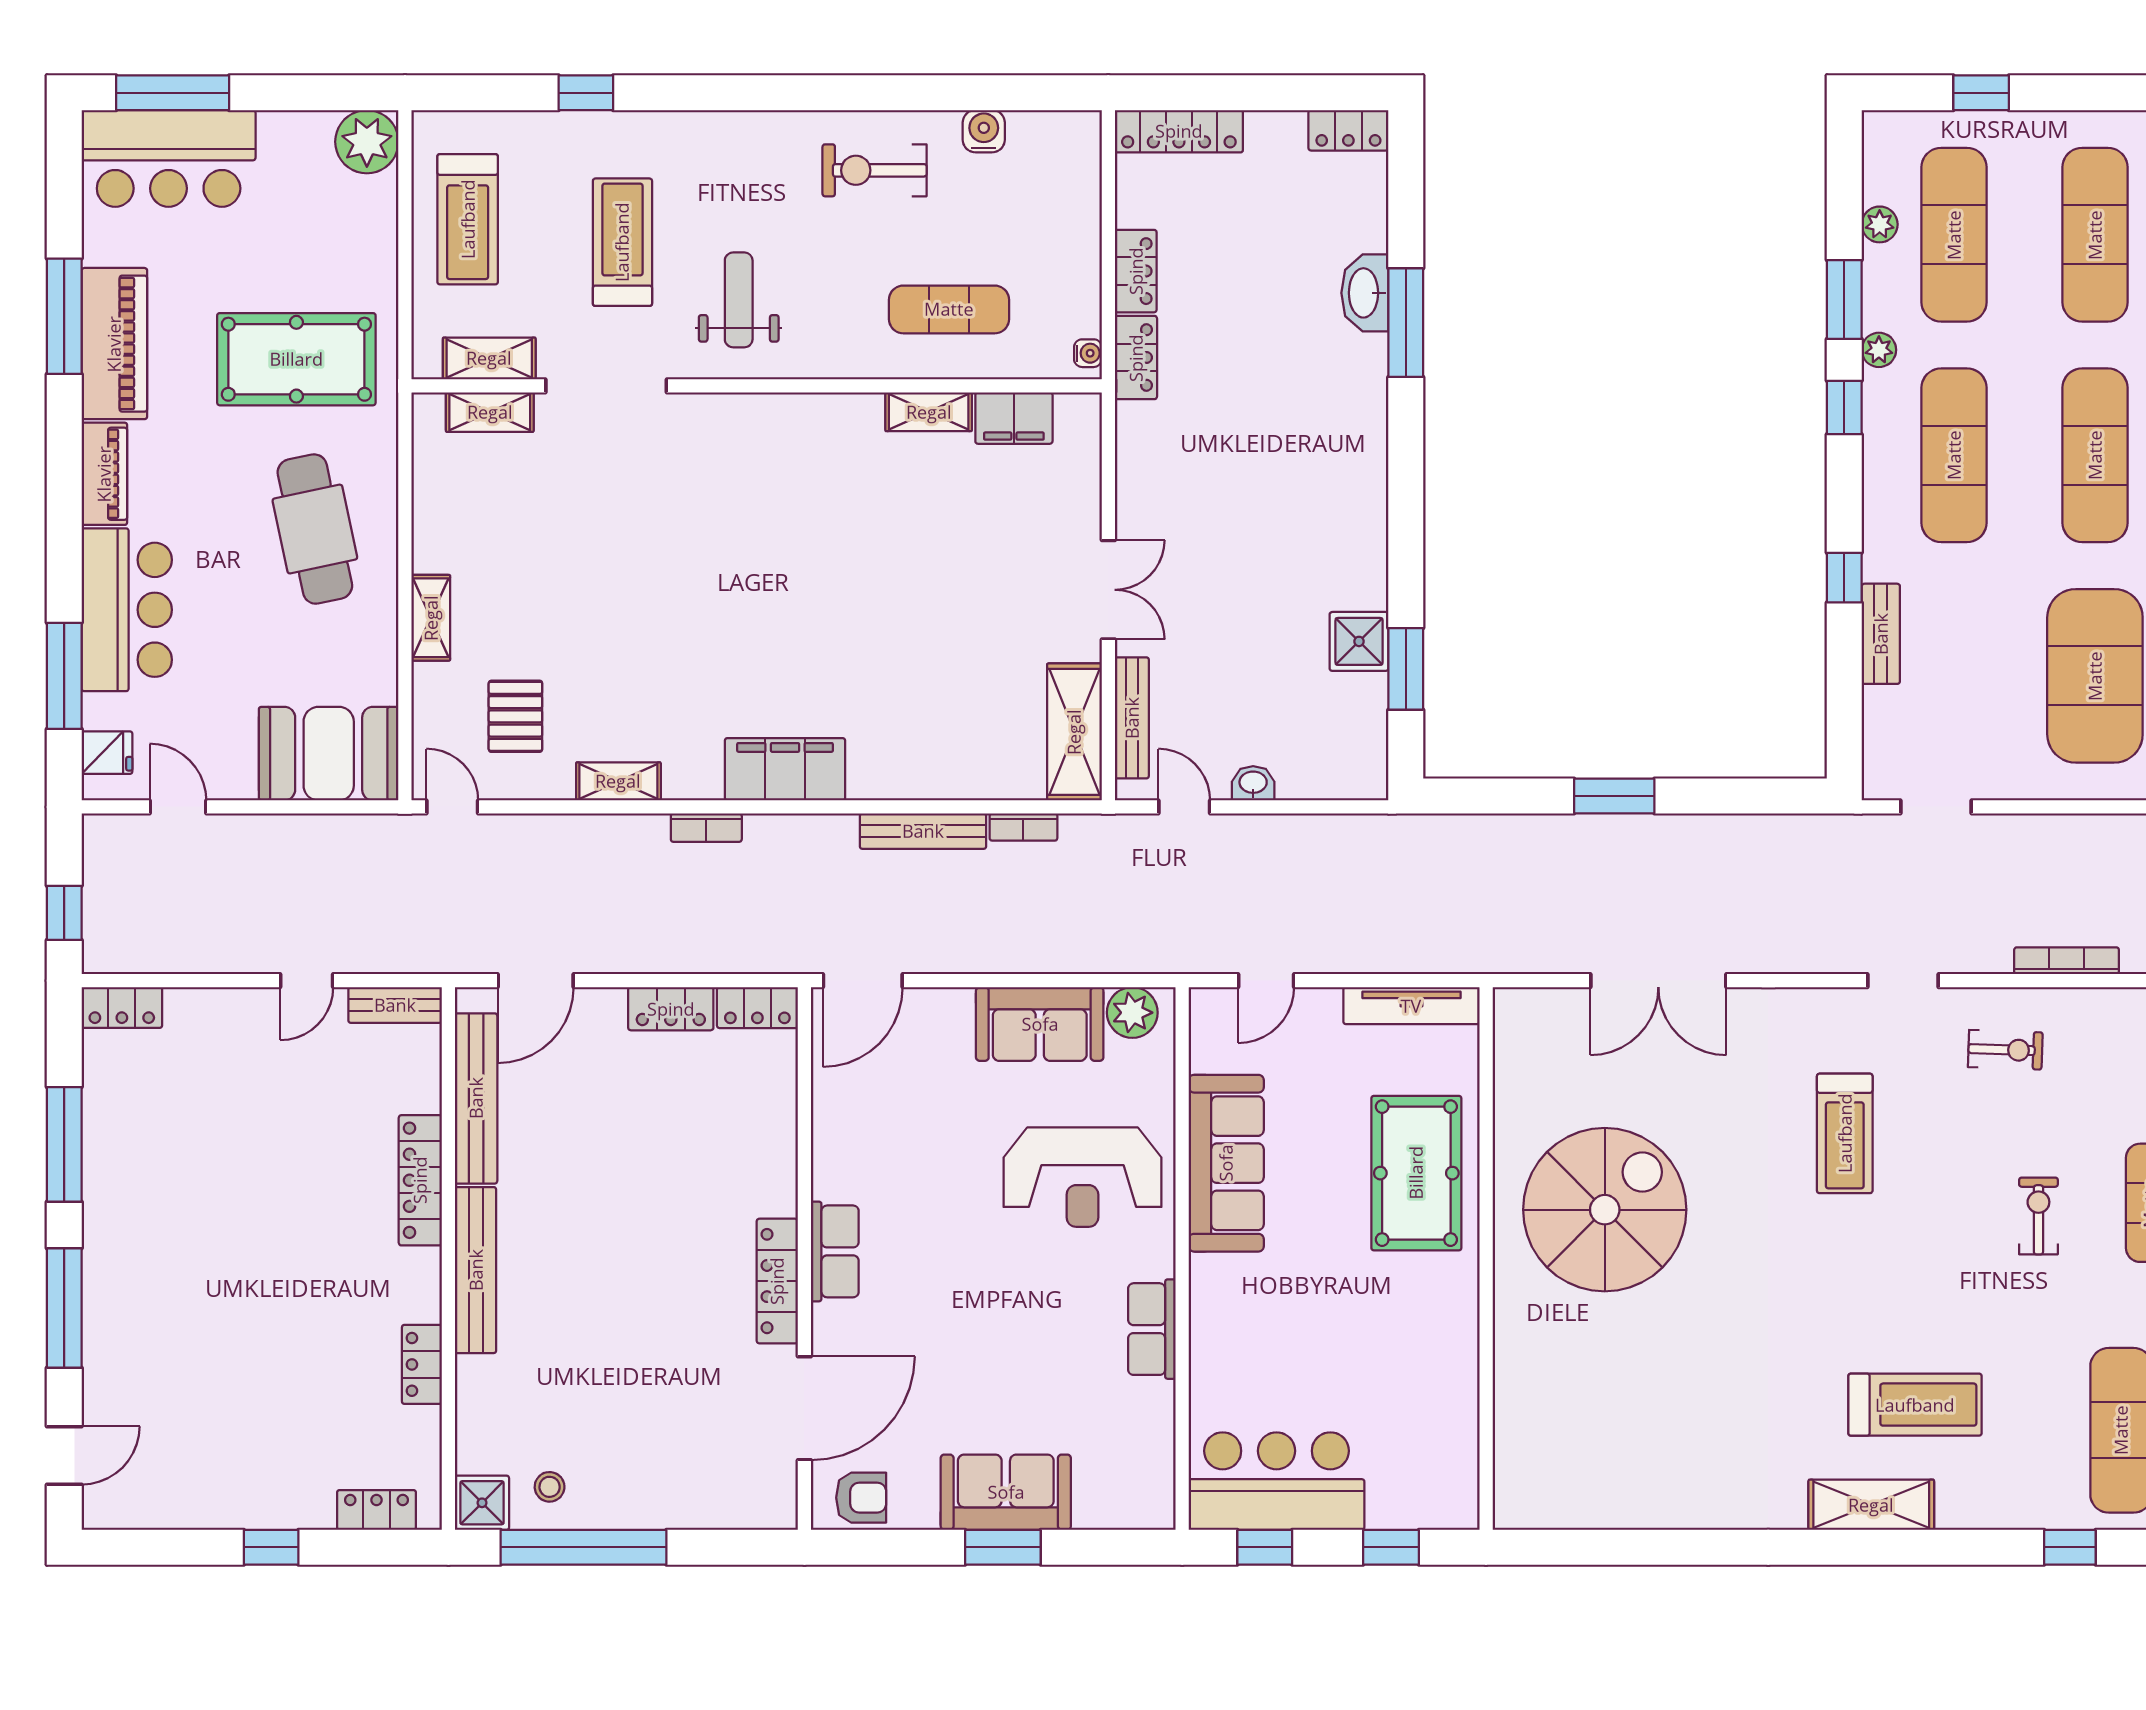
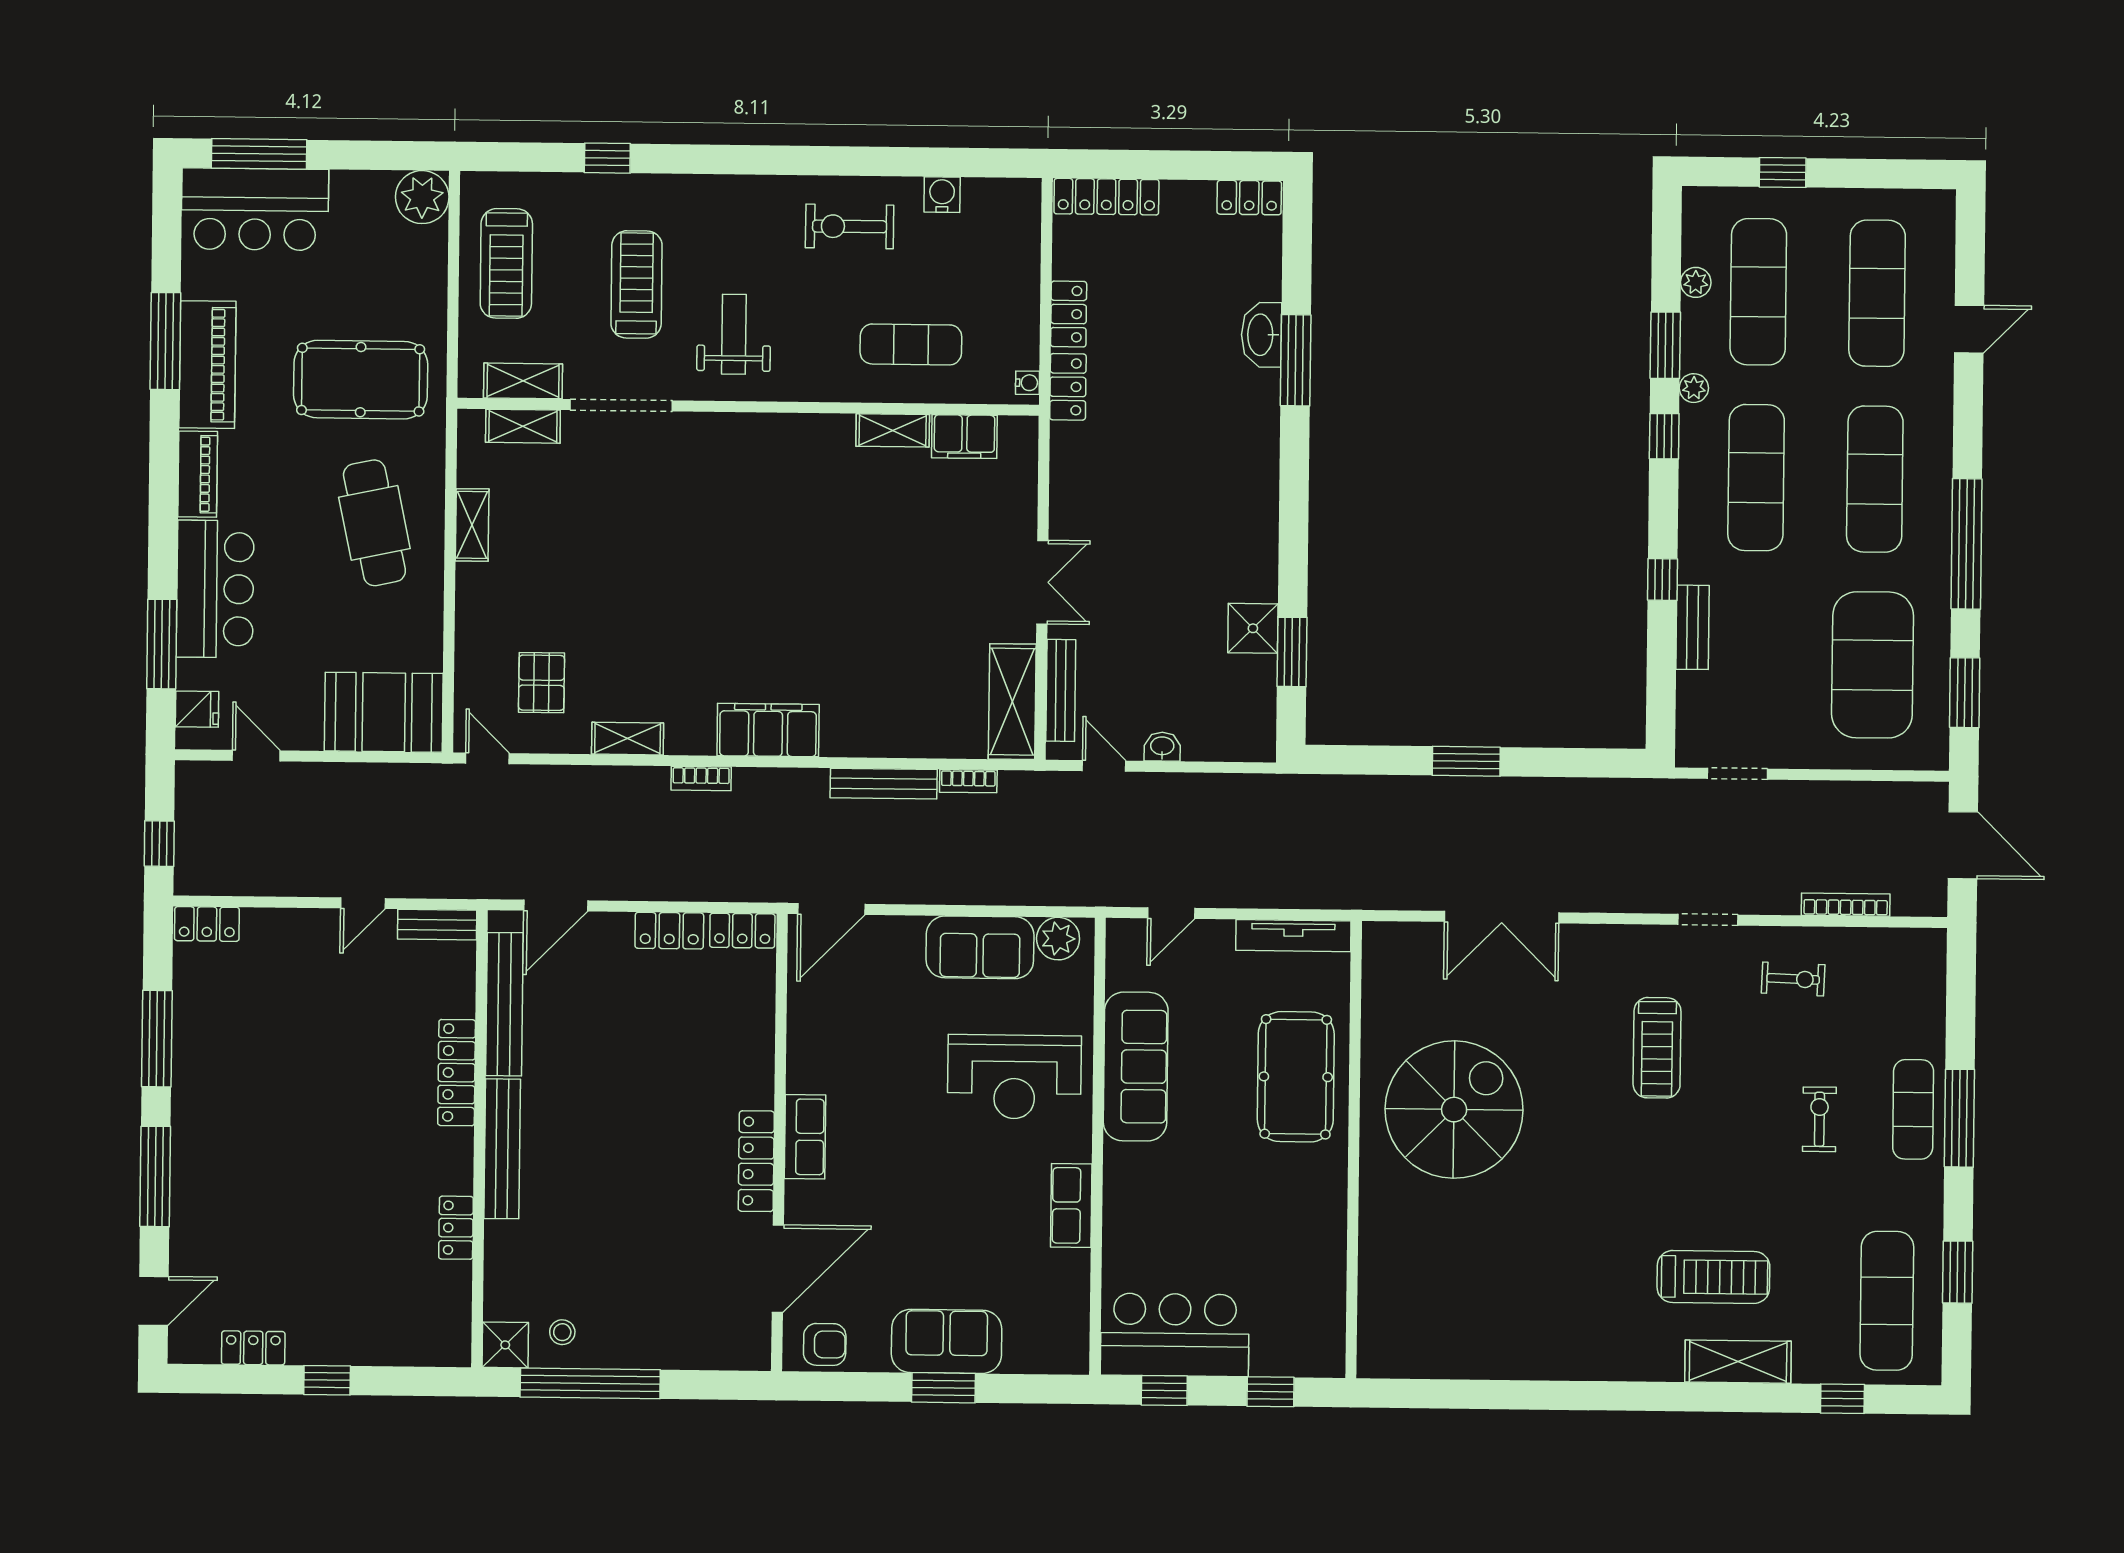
shelving: (431, 618) -> (472, 525), moved
shelving: (1871, 1505) -> (1738, 1362), moved
locker: (377, 1510) -> (253, 1348), moved

